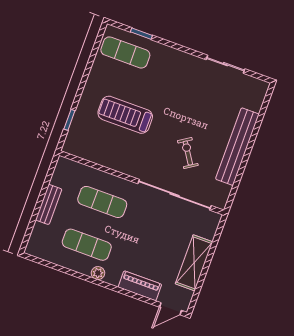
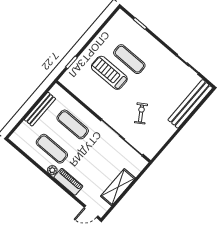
exercise mat: (125, 52) -> (129, 59), moved
bench: (237, 147) -> (190, 104), moved
bench: (49, 204) -> (40, 109), width x1.36
piano: (140, 286) -> (68, 182), moved

